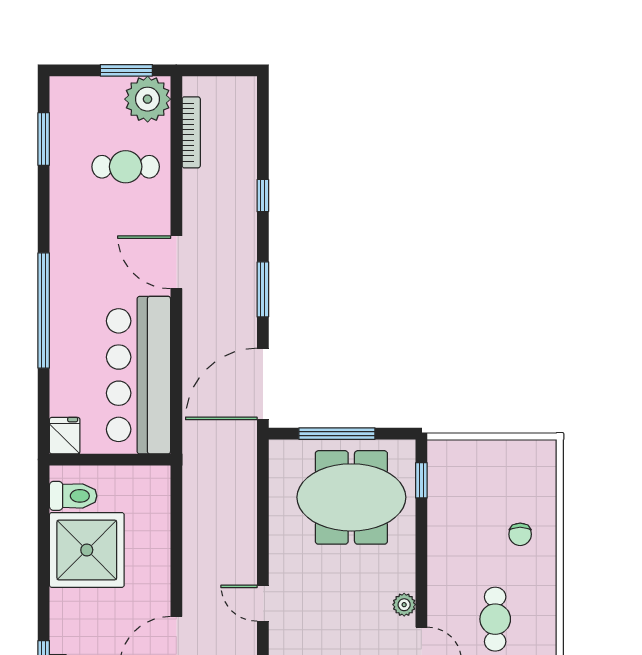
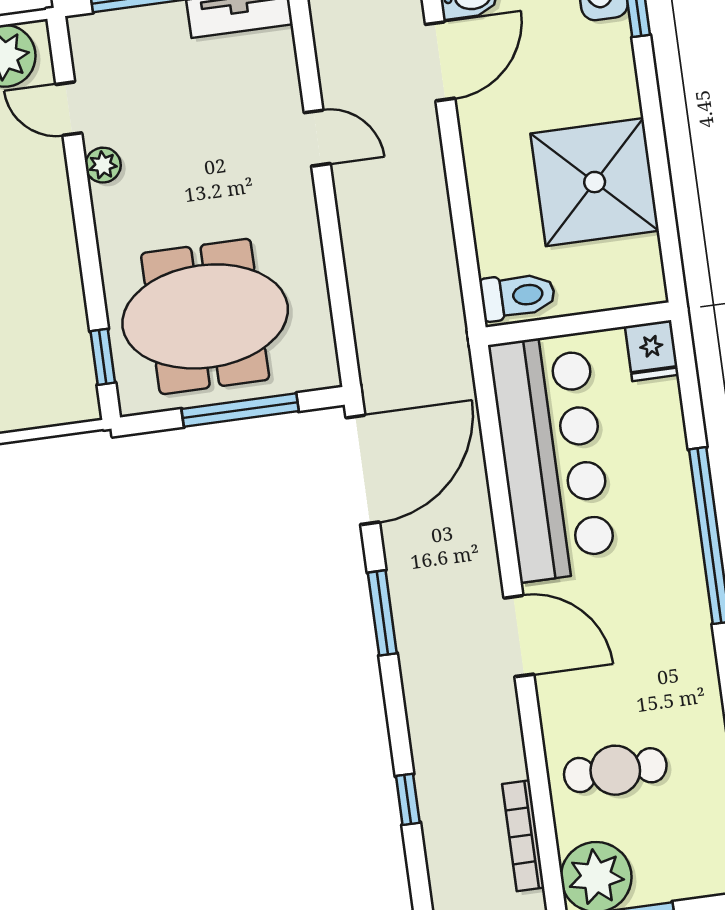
window: (263, 196) -> (408, 799), moved
toilet: (73, 496) -> (518, 296), moved, turned 180

